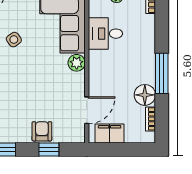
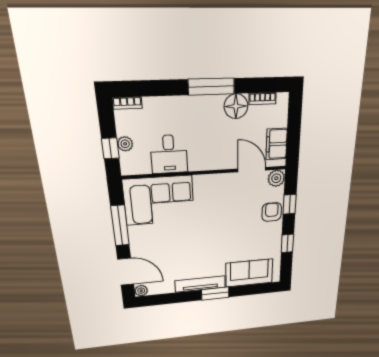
side table: (14, 40) -> (181, 246), removed
plant: (77, 63) -> (276, 178), moved
armchair: (42, 131) -> (272, 212), turned 90

